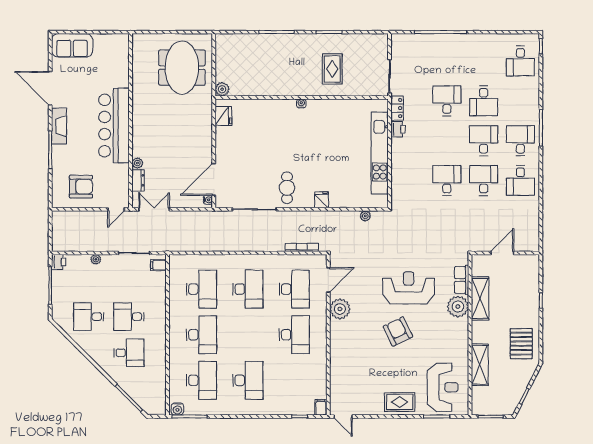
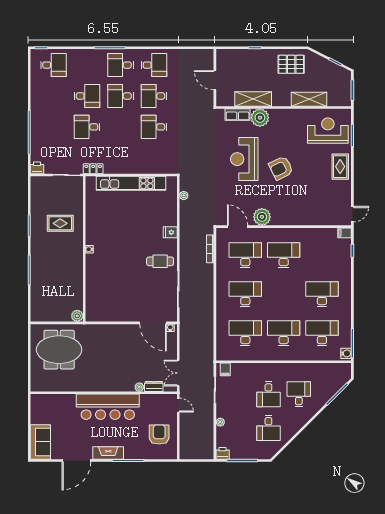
fridge: (223, 116) -> (100, 315), removed
printer: (398, 129) -> (37, 168), moved

